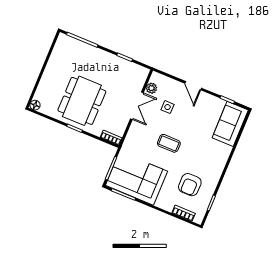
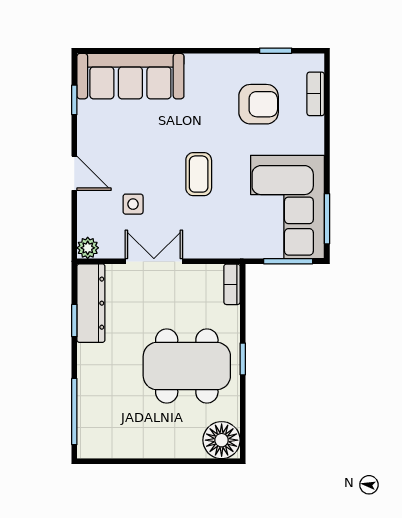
dresser: (130, 68) -> (91, 303), added
door: (193, 86) -> (74, 173), hinge flipped
plant: (151, 88) -> (88, 248), moved
floor lamp: (35, 105) -> (222, 440), width x1.89, depth x1.89
sofa: (230, 124) -> (130, 76), width x1.36

